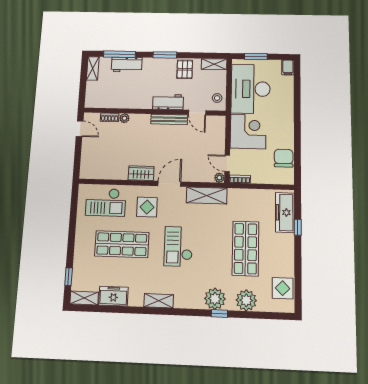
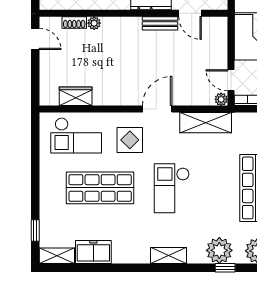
bench: (169, 119) -> (160, 23), width x0.73
wardrobe: (141, 173) -> (76, 96), moved
shelving: (159, 301) -> (168, 255), moved

